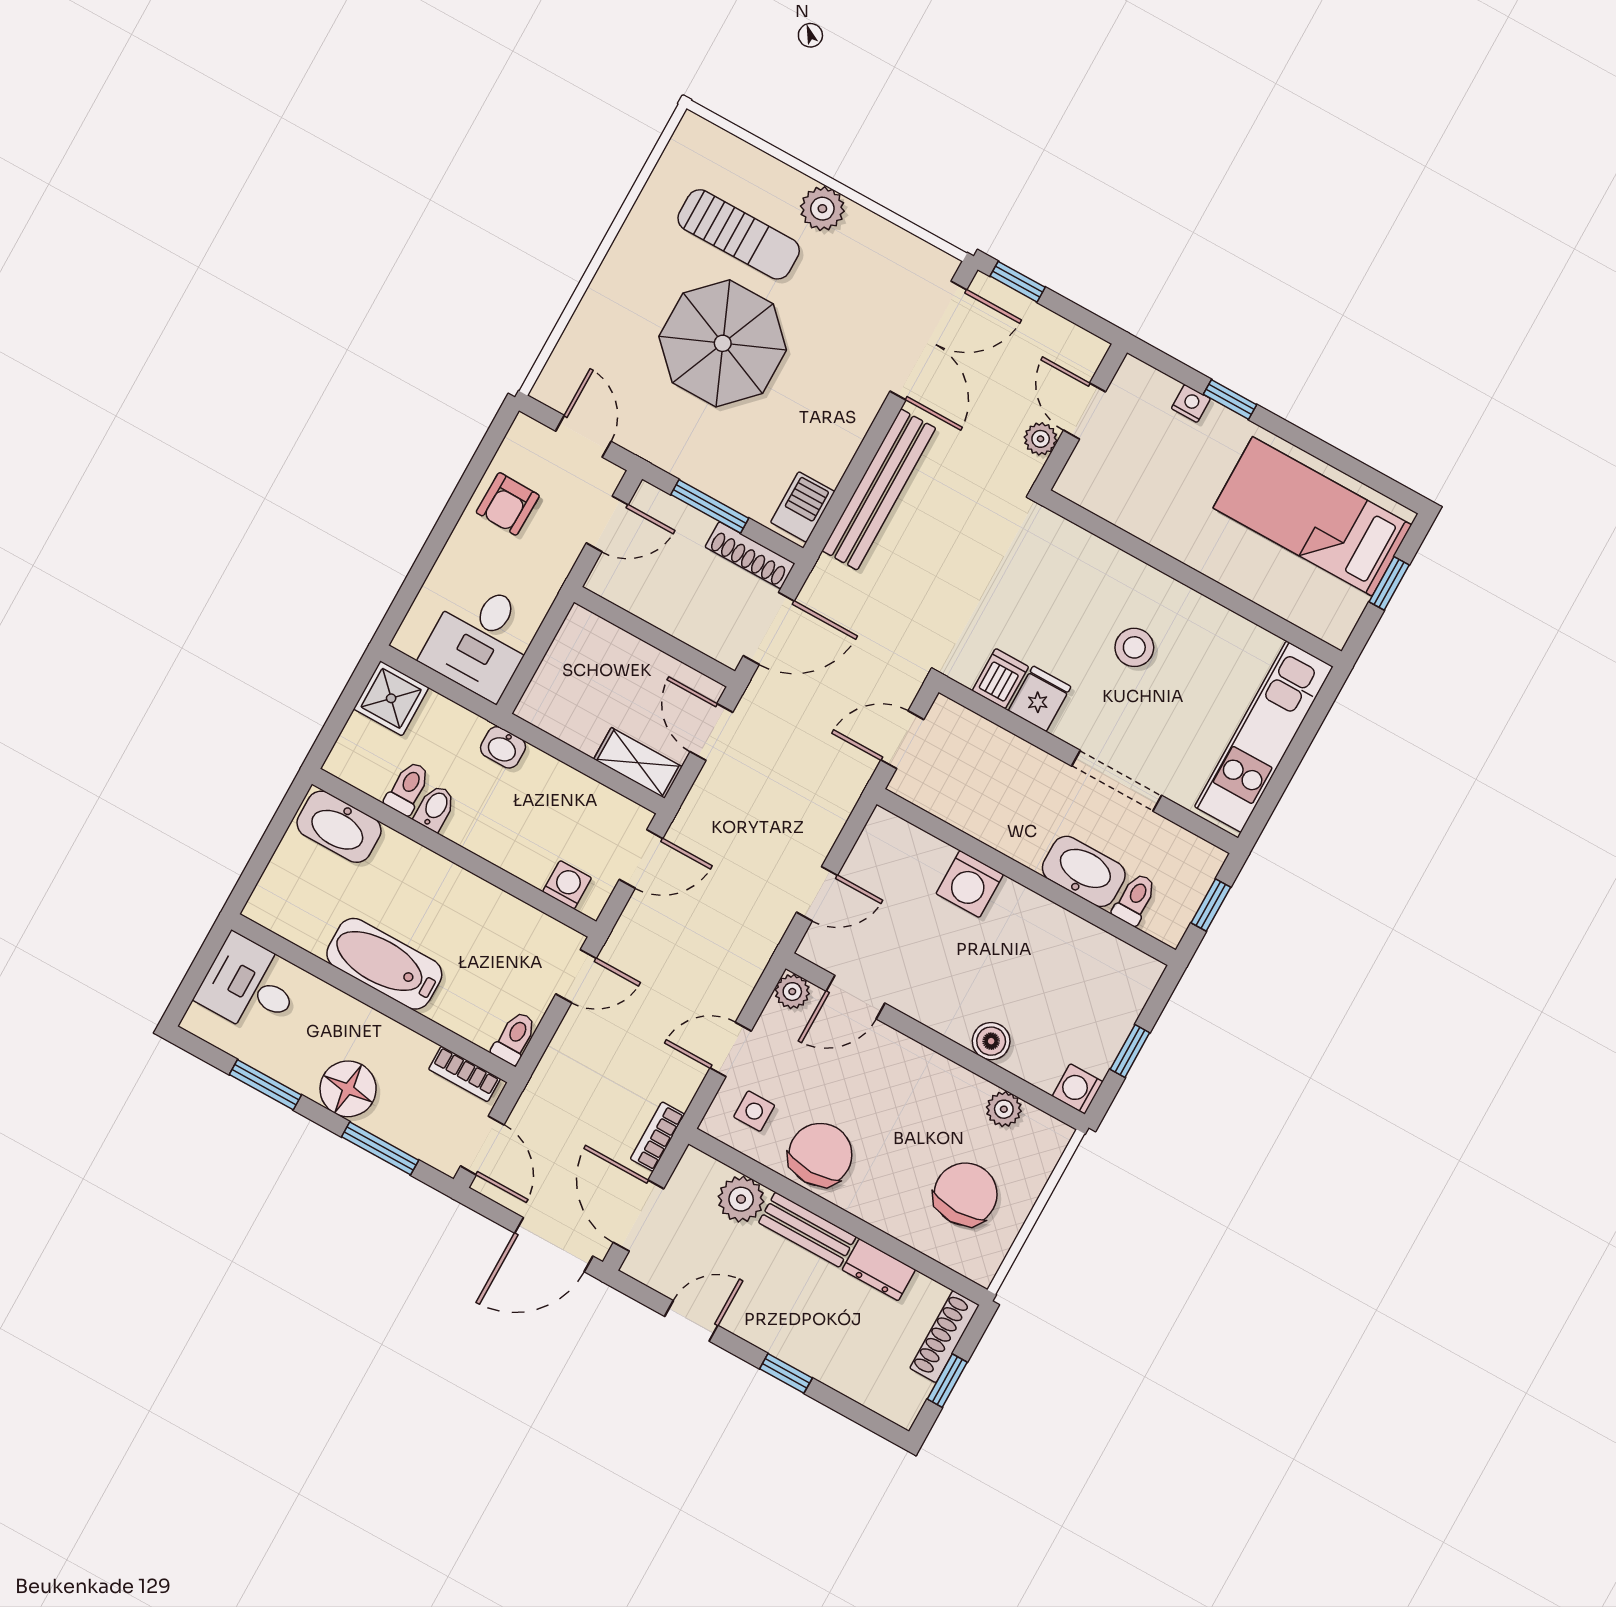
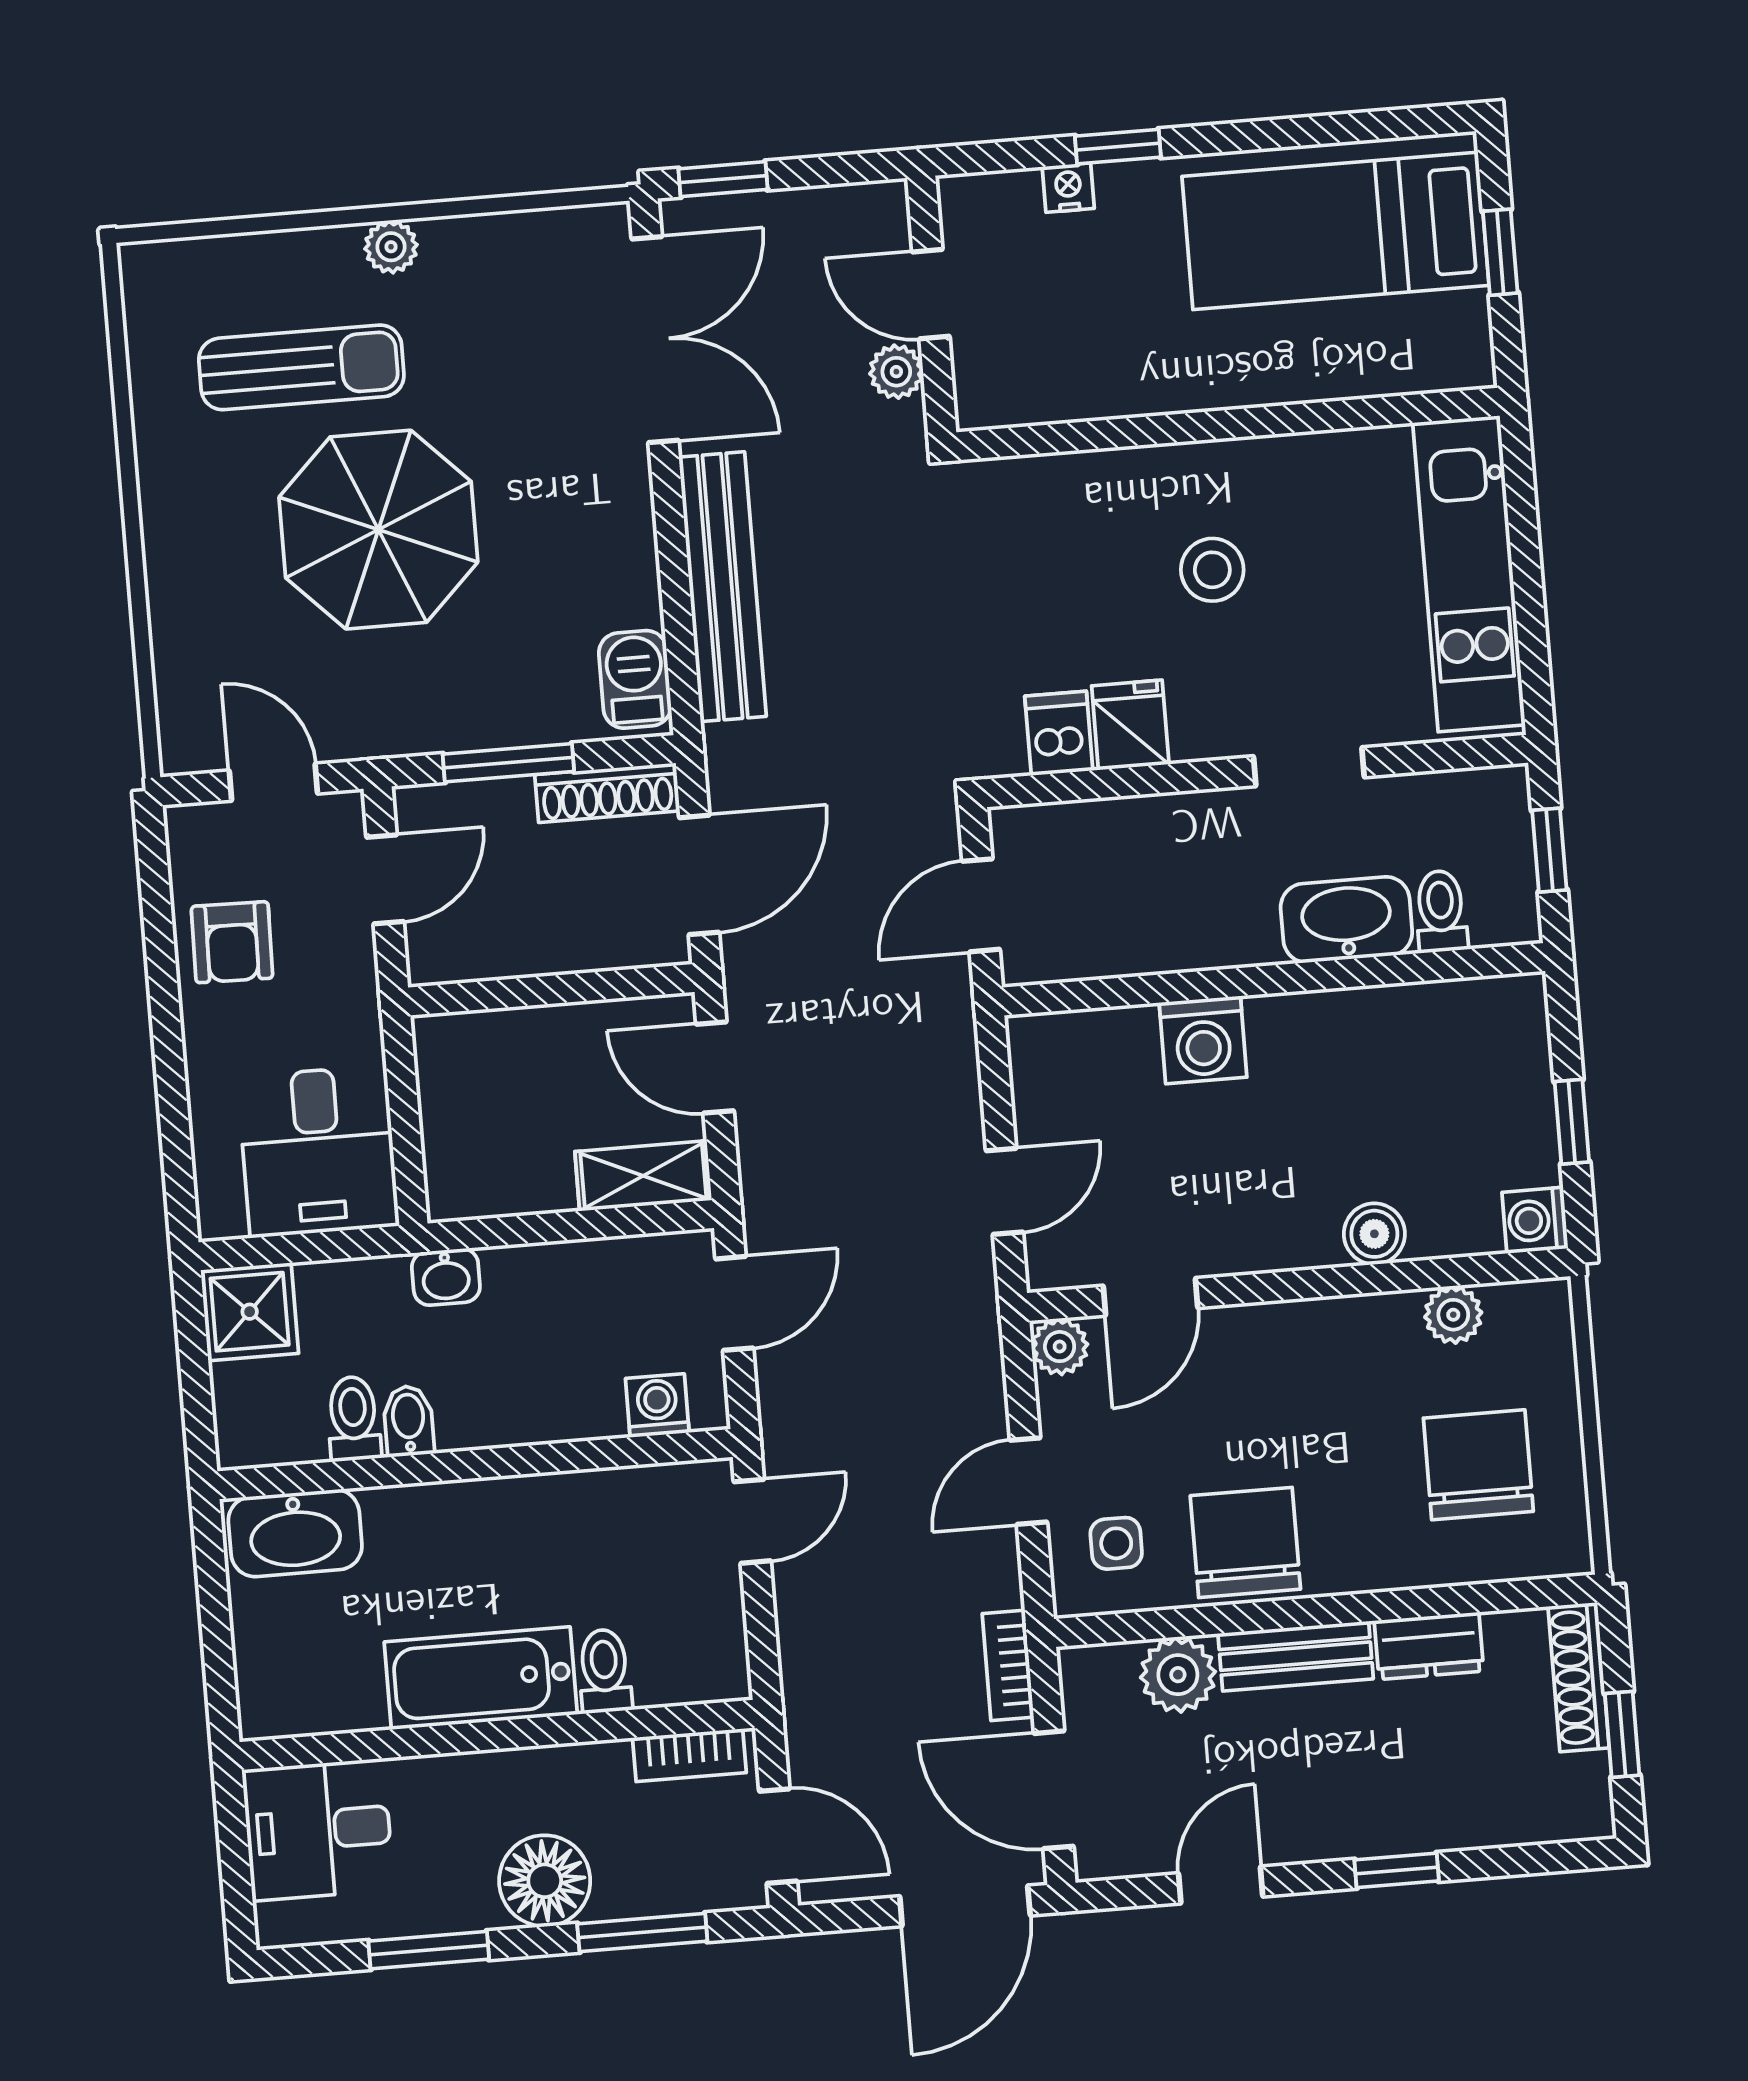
plant: (822, 209) -> (391, 247), width x0.73, depth x0.73
doorway: (1117, 781) -> (1309, 767), width x0.73
toilet: (514, 1038) -> (605, 1671), moved

